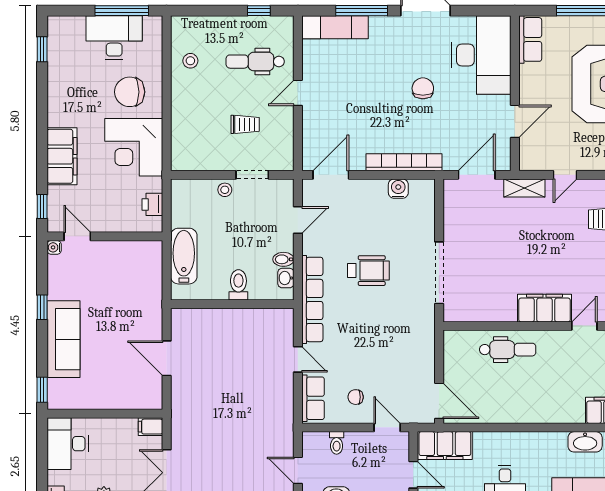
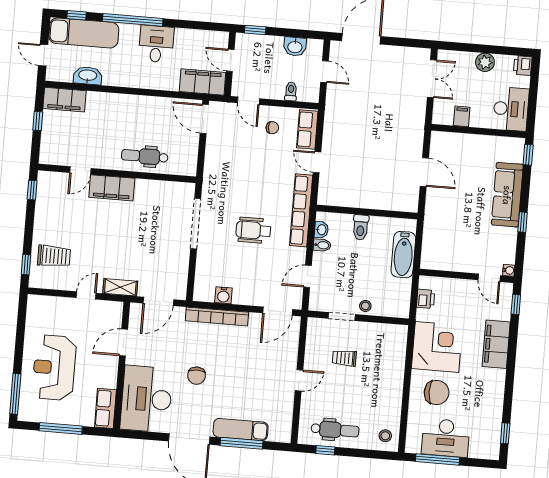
exam couch: (335, 27) -> (241, 430), moved
stool: (190, 61) -> (385, 436), moved
dental chair: (255, 62) -> (335, 430), moved
filing cabinet: (151, 427) -> (462, 116), moved, turned -90

